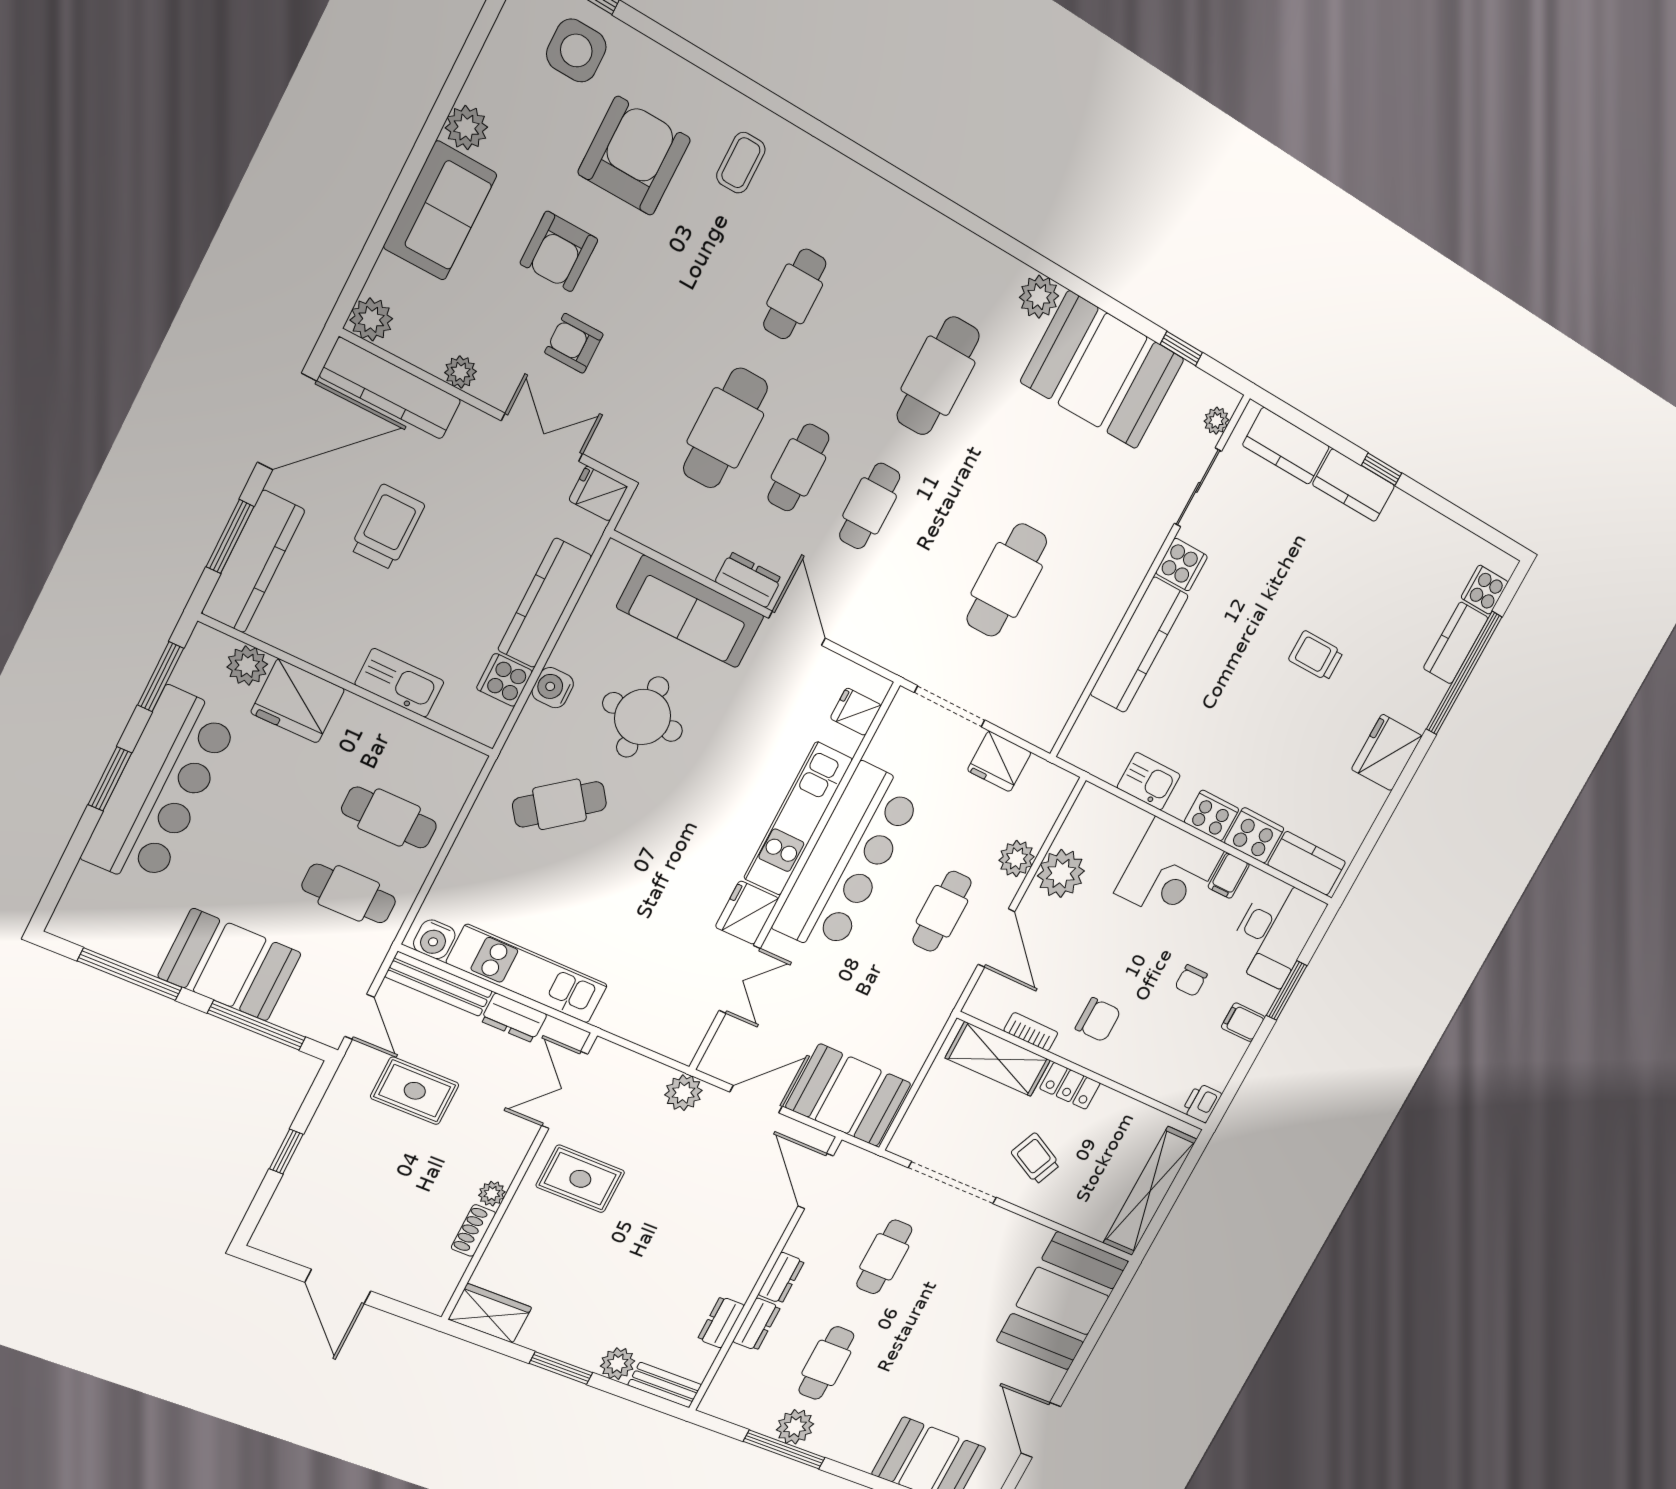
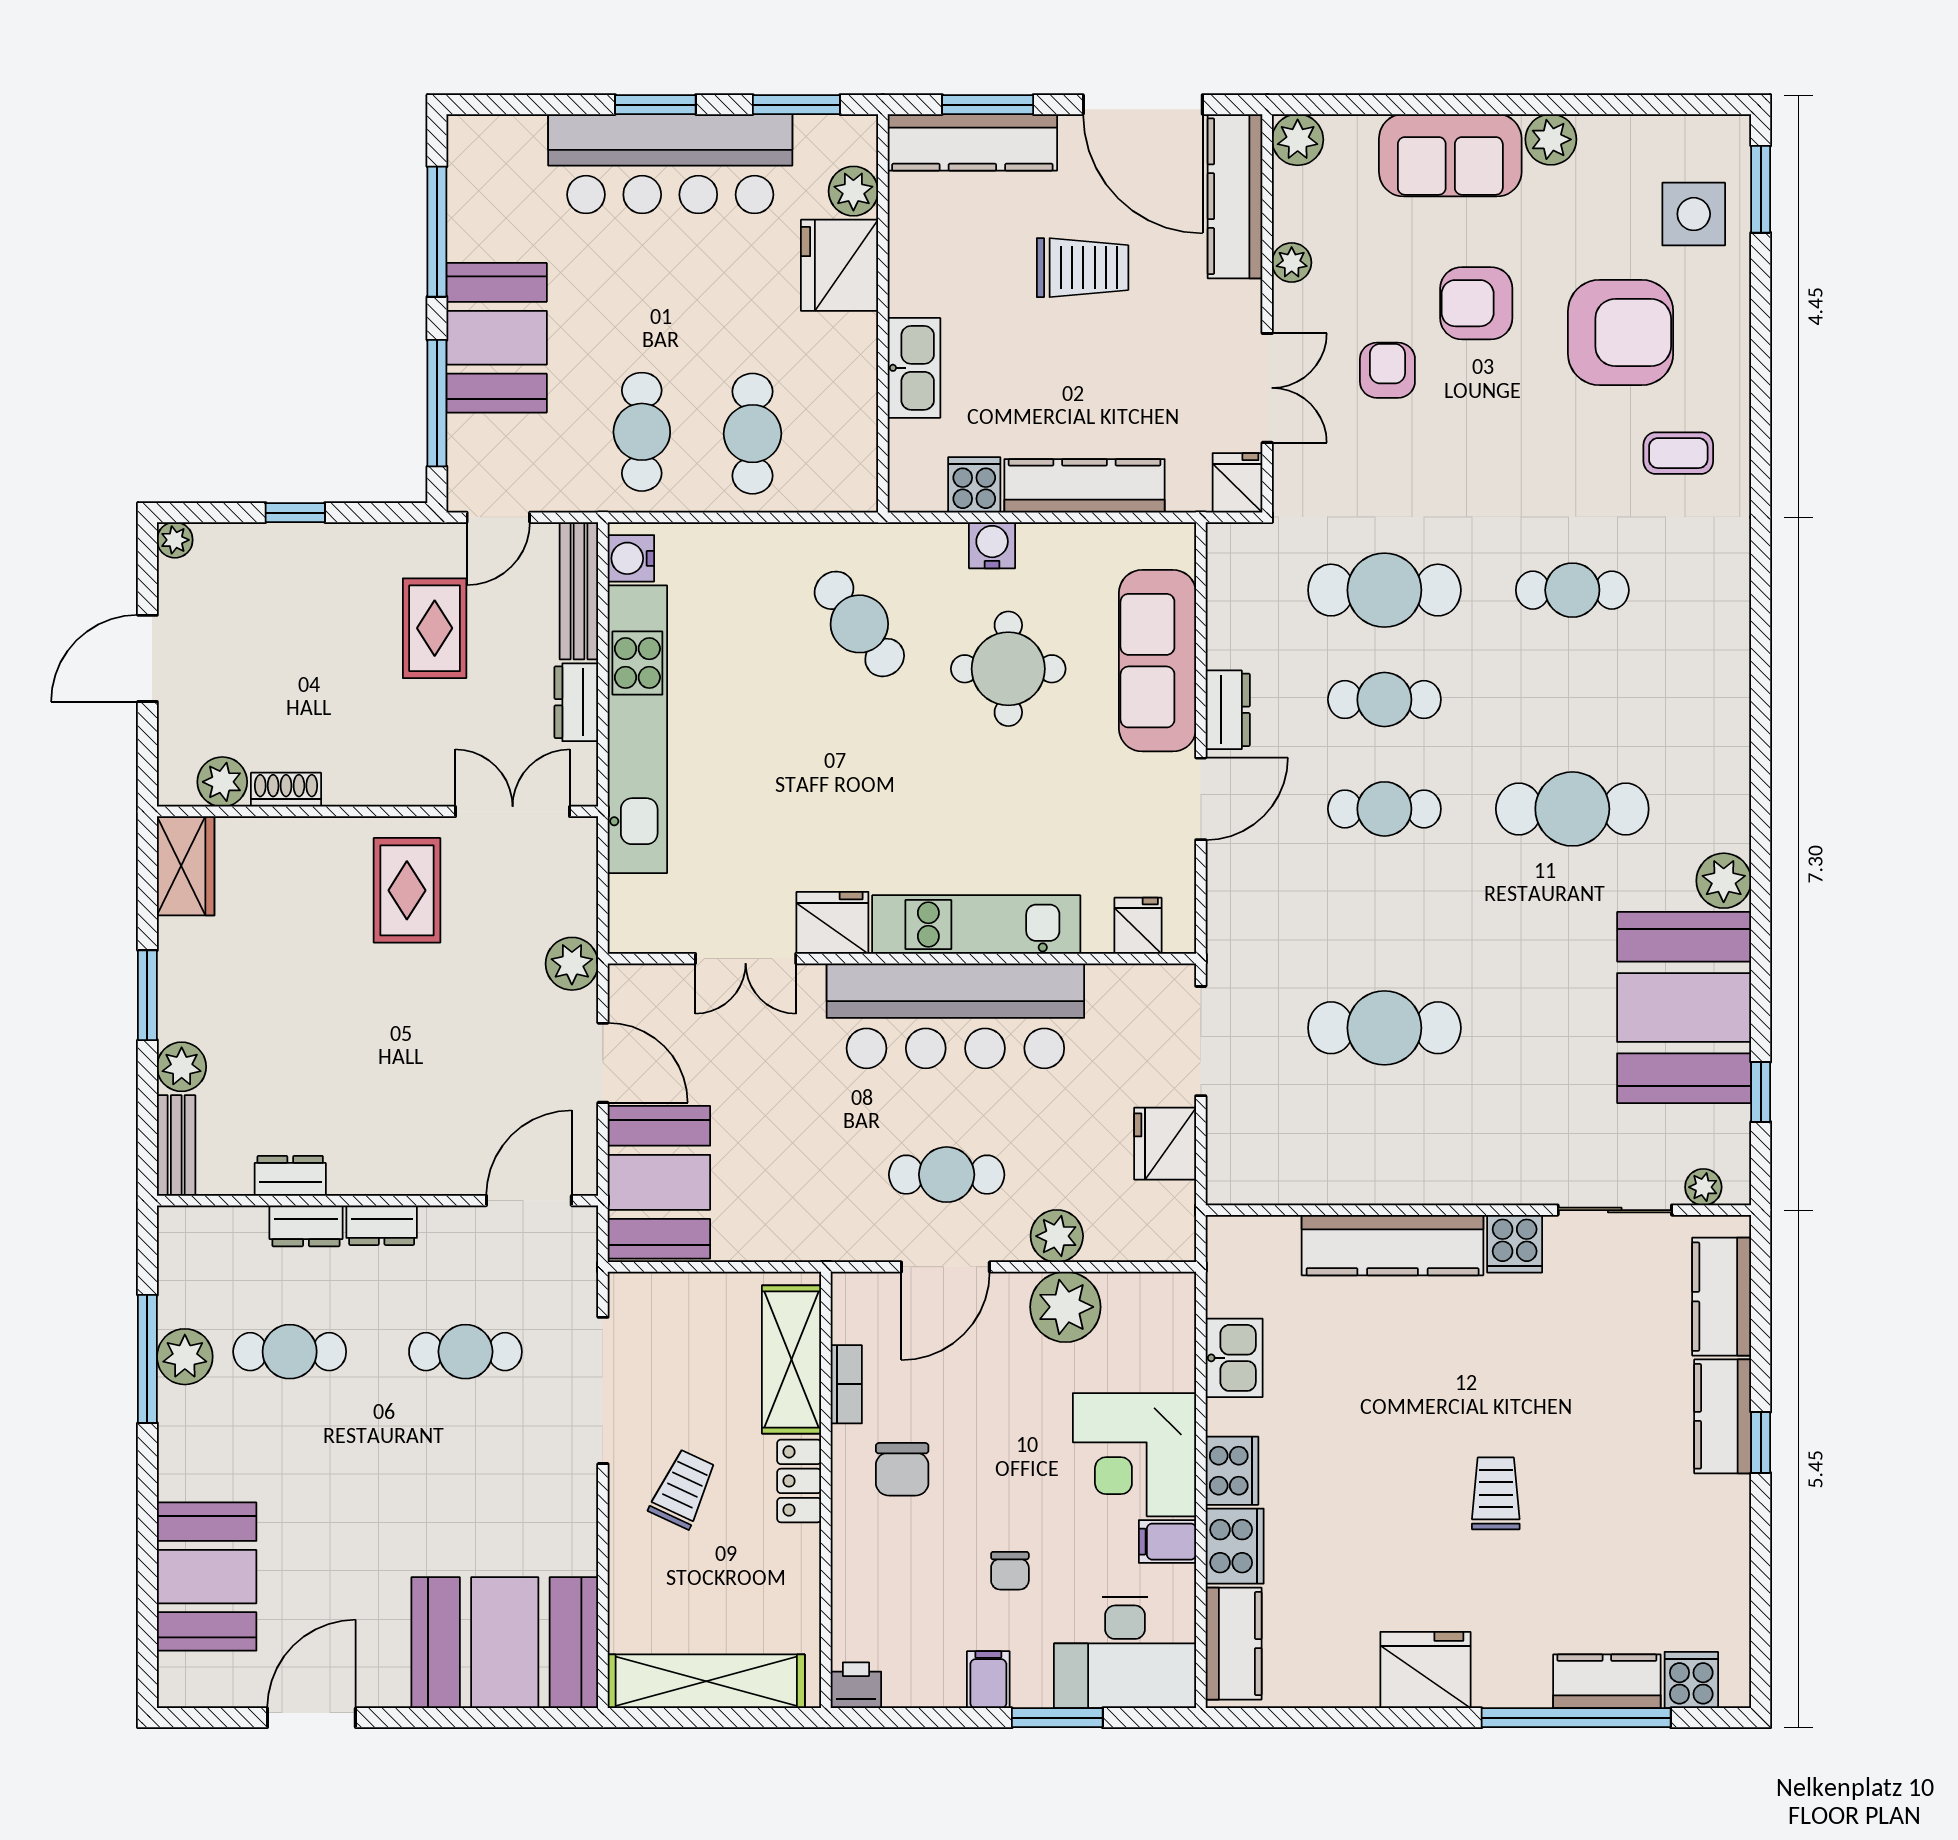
kitchen unit: (527, 974) -> (637, 729), width x1.36
chair: (1191, 981) -> (1010, 1571), turned -90
plant: (492, 1194) -> (222, 782), moved, width x1.38, depth x1.38
plant: (265, 1238) -> (175, 540), added

